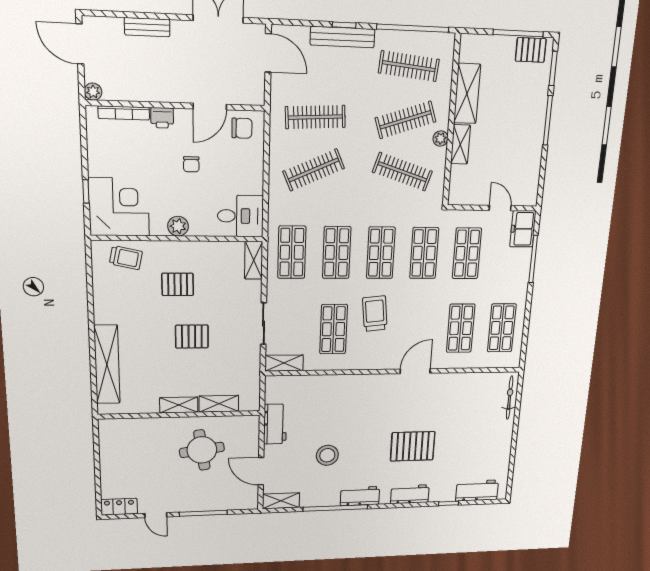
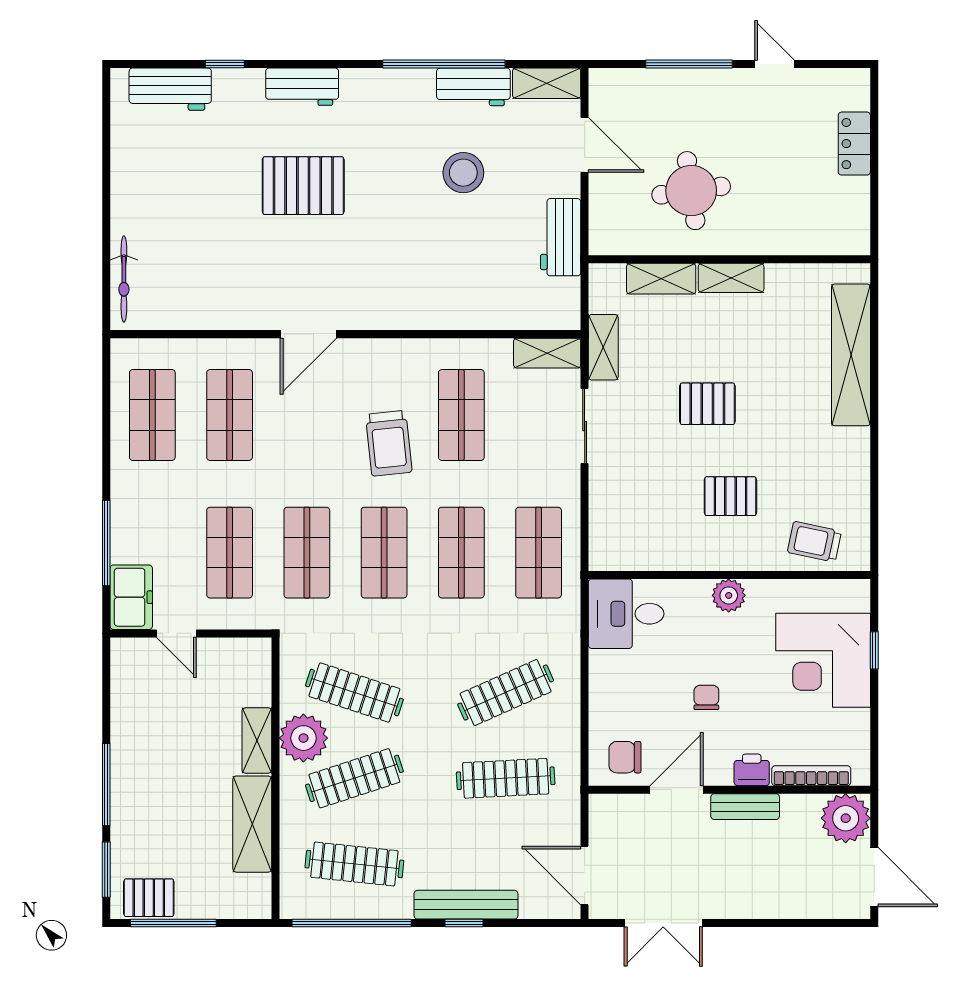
bench: (147, 27) -> (745, 807), moved
plant: (93, 92) -> (846, 818), width x1.87, depth x1.87
plant: (441, 139) -> (303, 738), width x1.88, depth x1.88
corner desk: (119, 207) -> (823, 660), moved
shelving: (254, 260) -> (603, 347), moved
workbench: (360, 496) -> (473, 87), moved
locker: (119, 507) -> (854, 144), moved, turned 90

